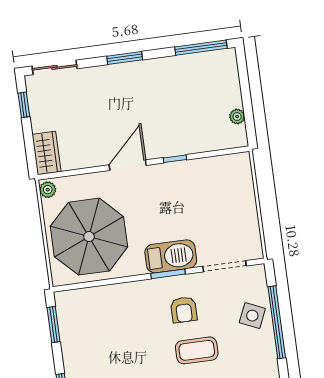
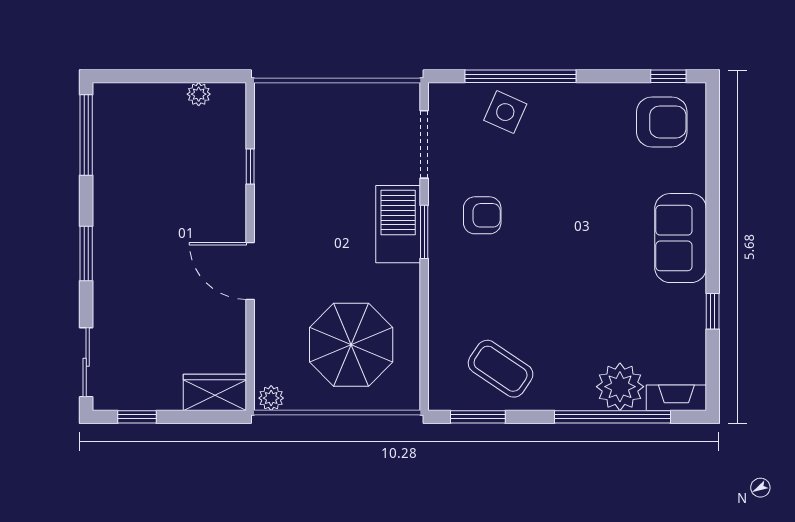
window: (175, 159) -> (250, 167), moved
parasol: (89, 237) -> (351, 345), width x0.73, depth x0.73
coffee table: (197, 350) -> (501, 369), moved, turned -56

